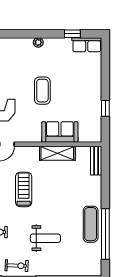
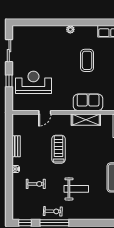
window: (72, 34) -> (98, 22), removed
coffee table: (42, 91) -> (87, 60), moved

